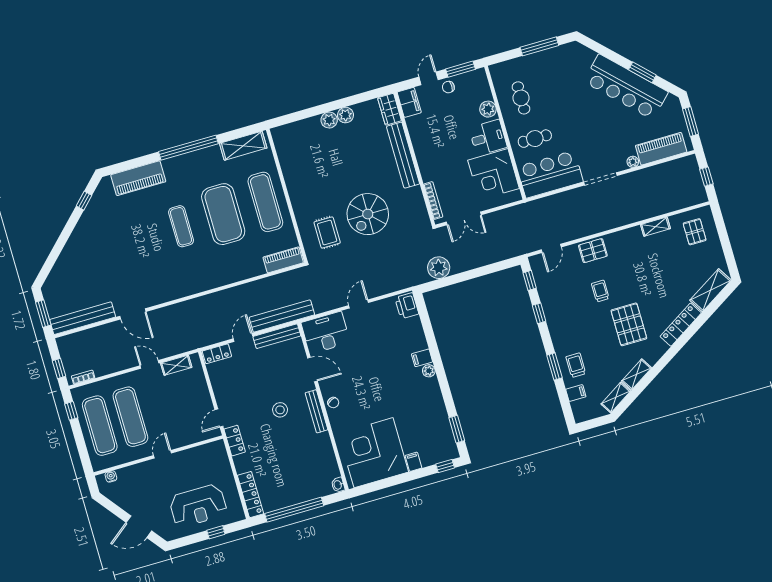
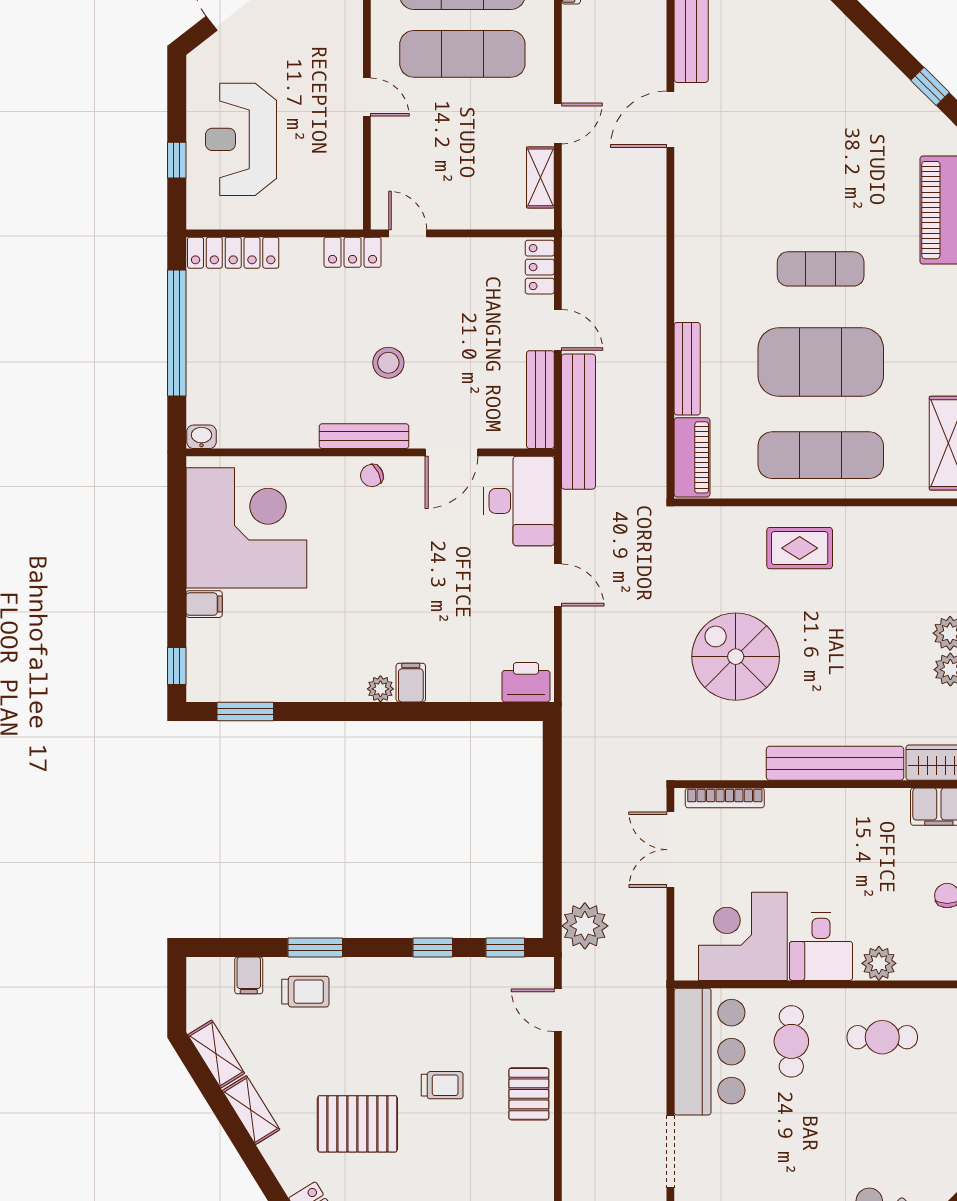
rug: (327, 233) -> (800, 548), moved
plant: (439, 268) -> (585, 926), moved
bench: (244, 274) -> (687, 369), added

